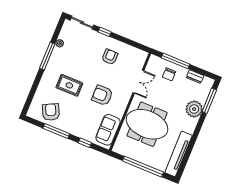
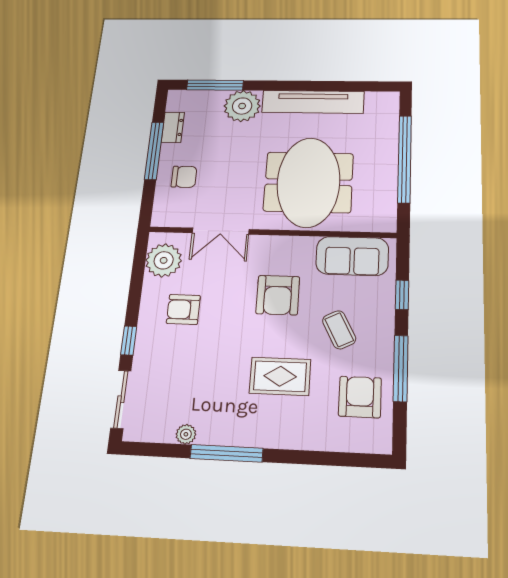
plant: (134, 55) -> (164, 260), added
window: (175, 61) -> (154, 151), moved
double door: (138, 82) -> (221, 231), swing flipped
rug: (69, 85) -> (280, 376), turned 90
armchair: (51, 112) -> (360, 397), turned 116
coffee table: (80, 114) -> (339, 330), added
tv unit: (178, 154) -> (313, 102), moved

